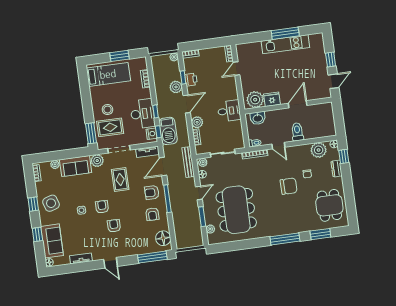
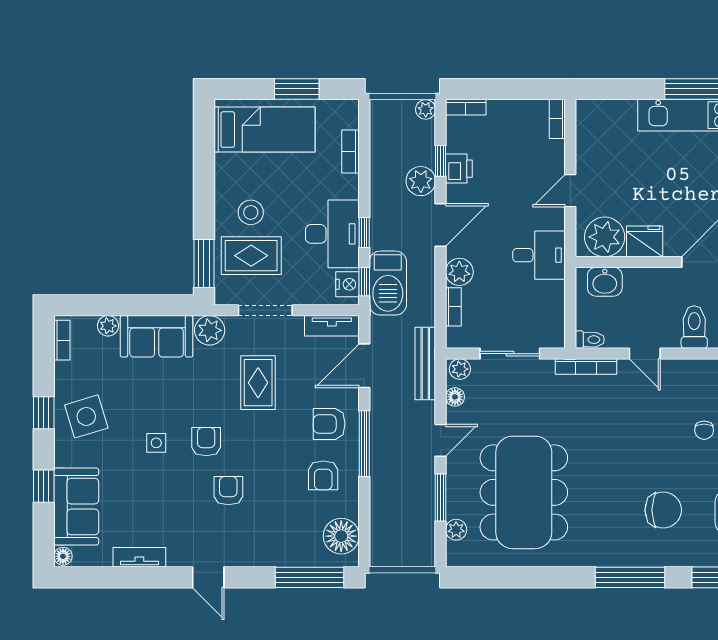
door: (236, 69) -> (570, 191), moved
chair: (289, 186) -> (663, 510), moved

